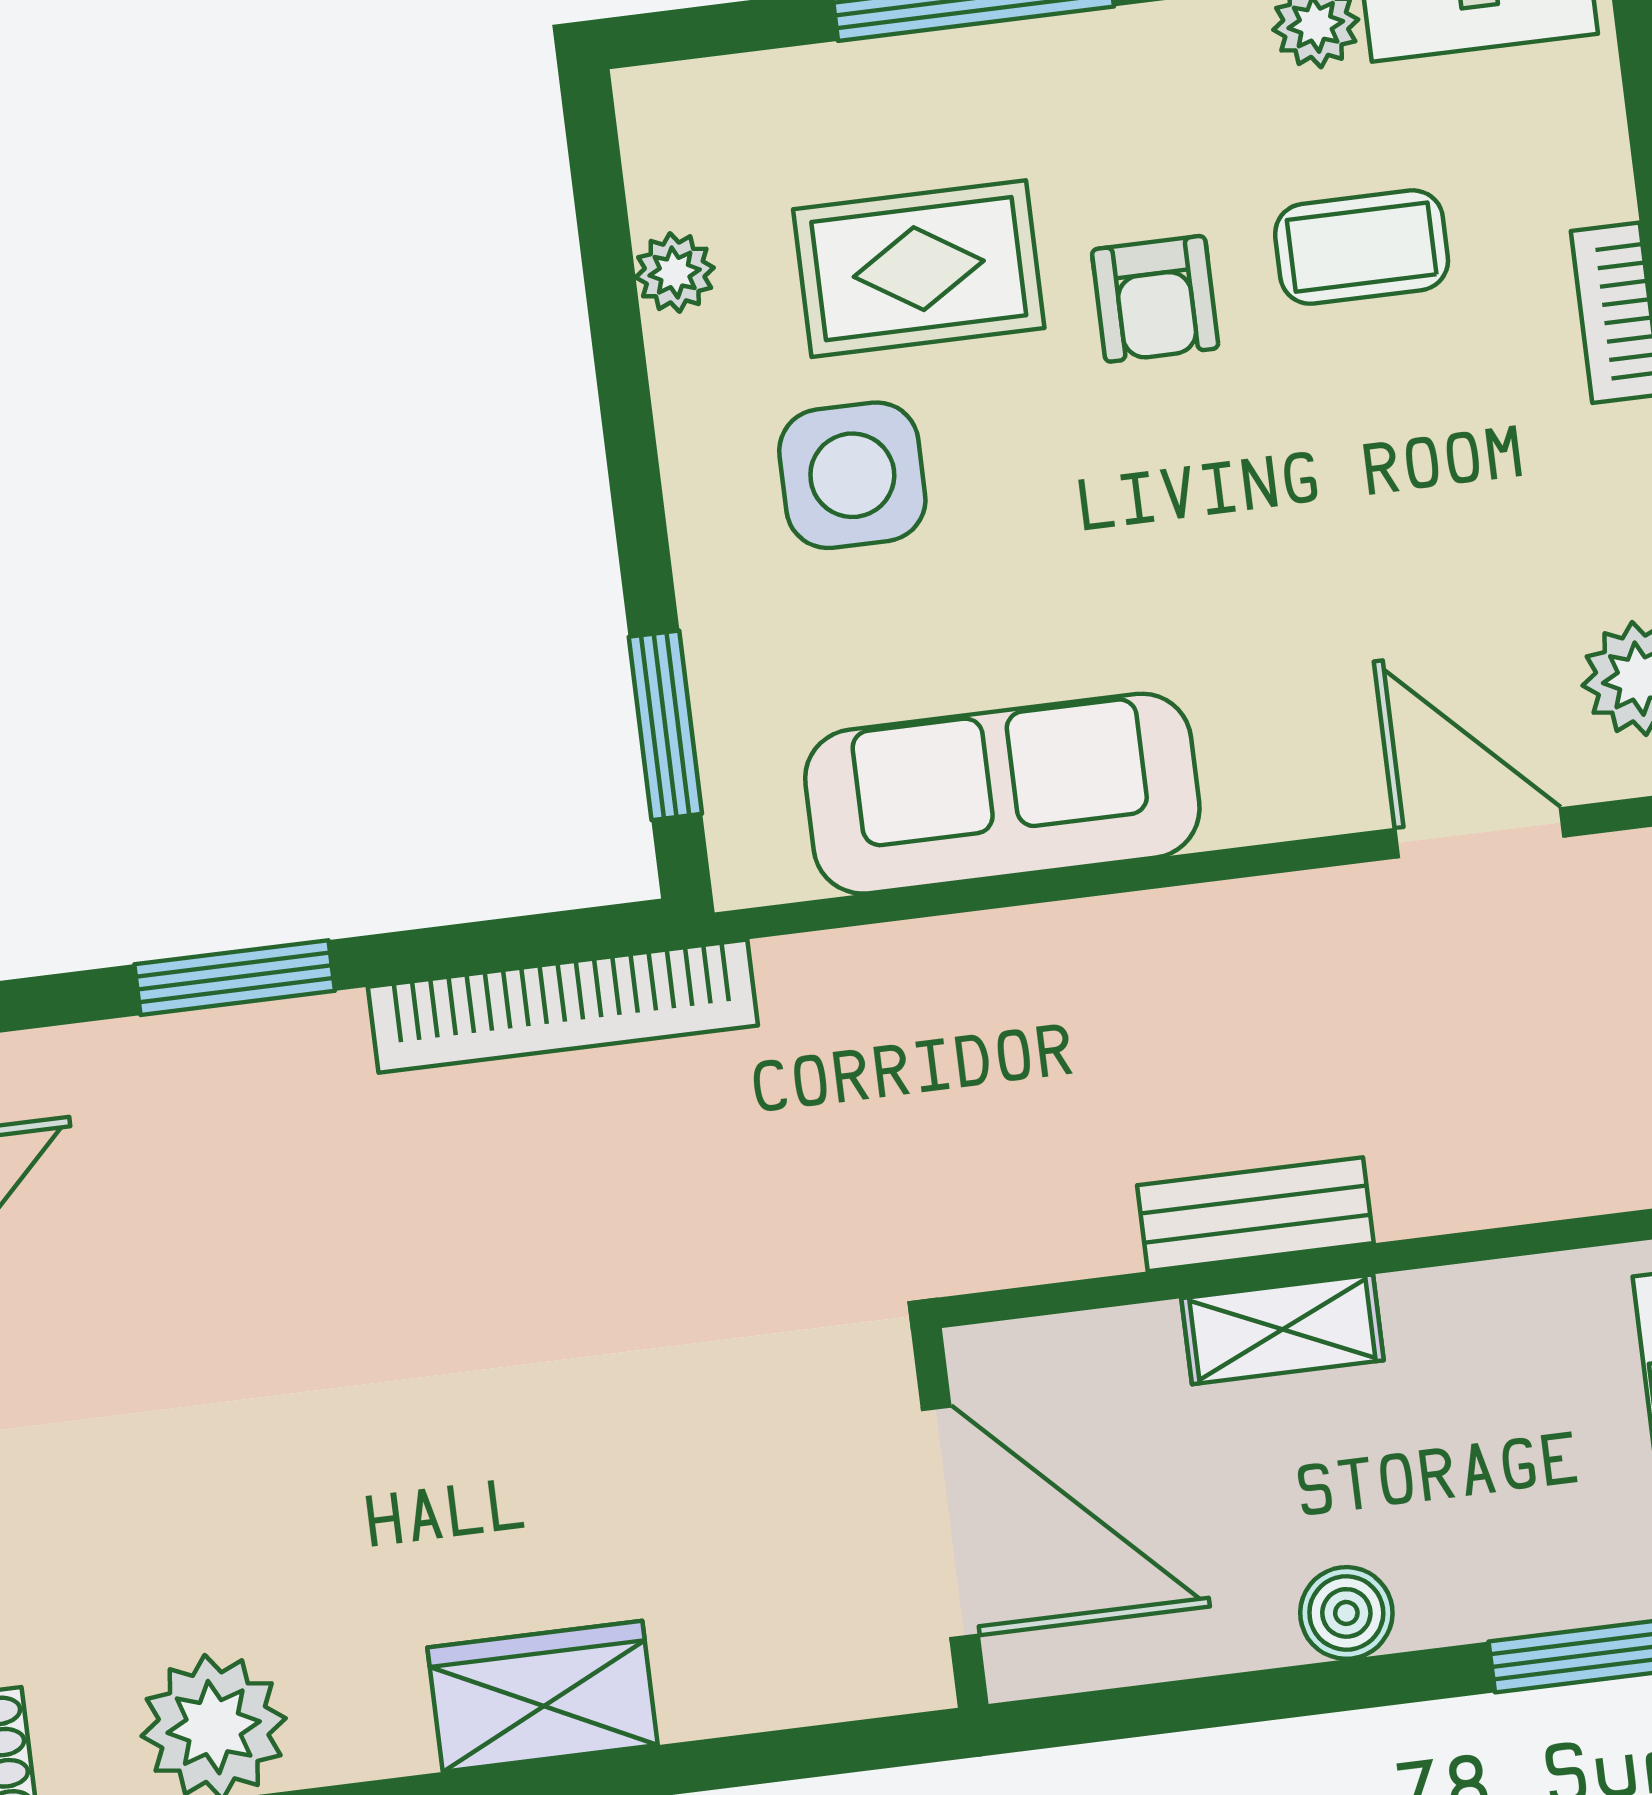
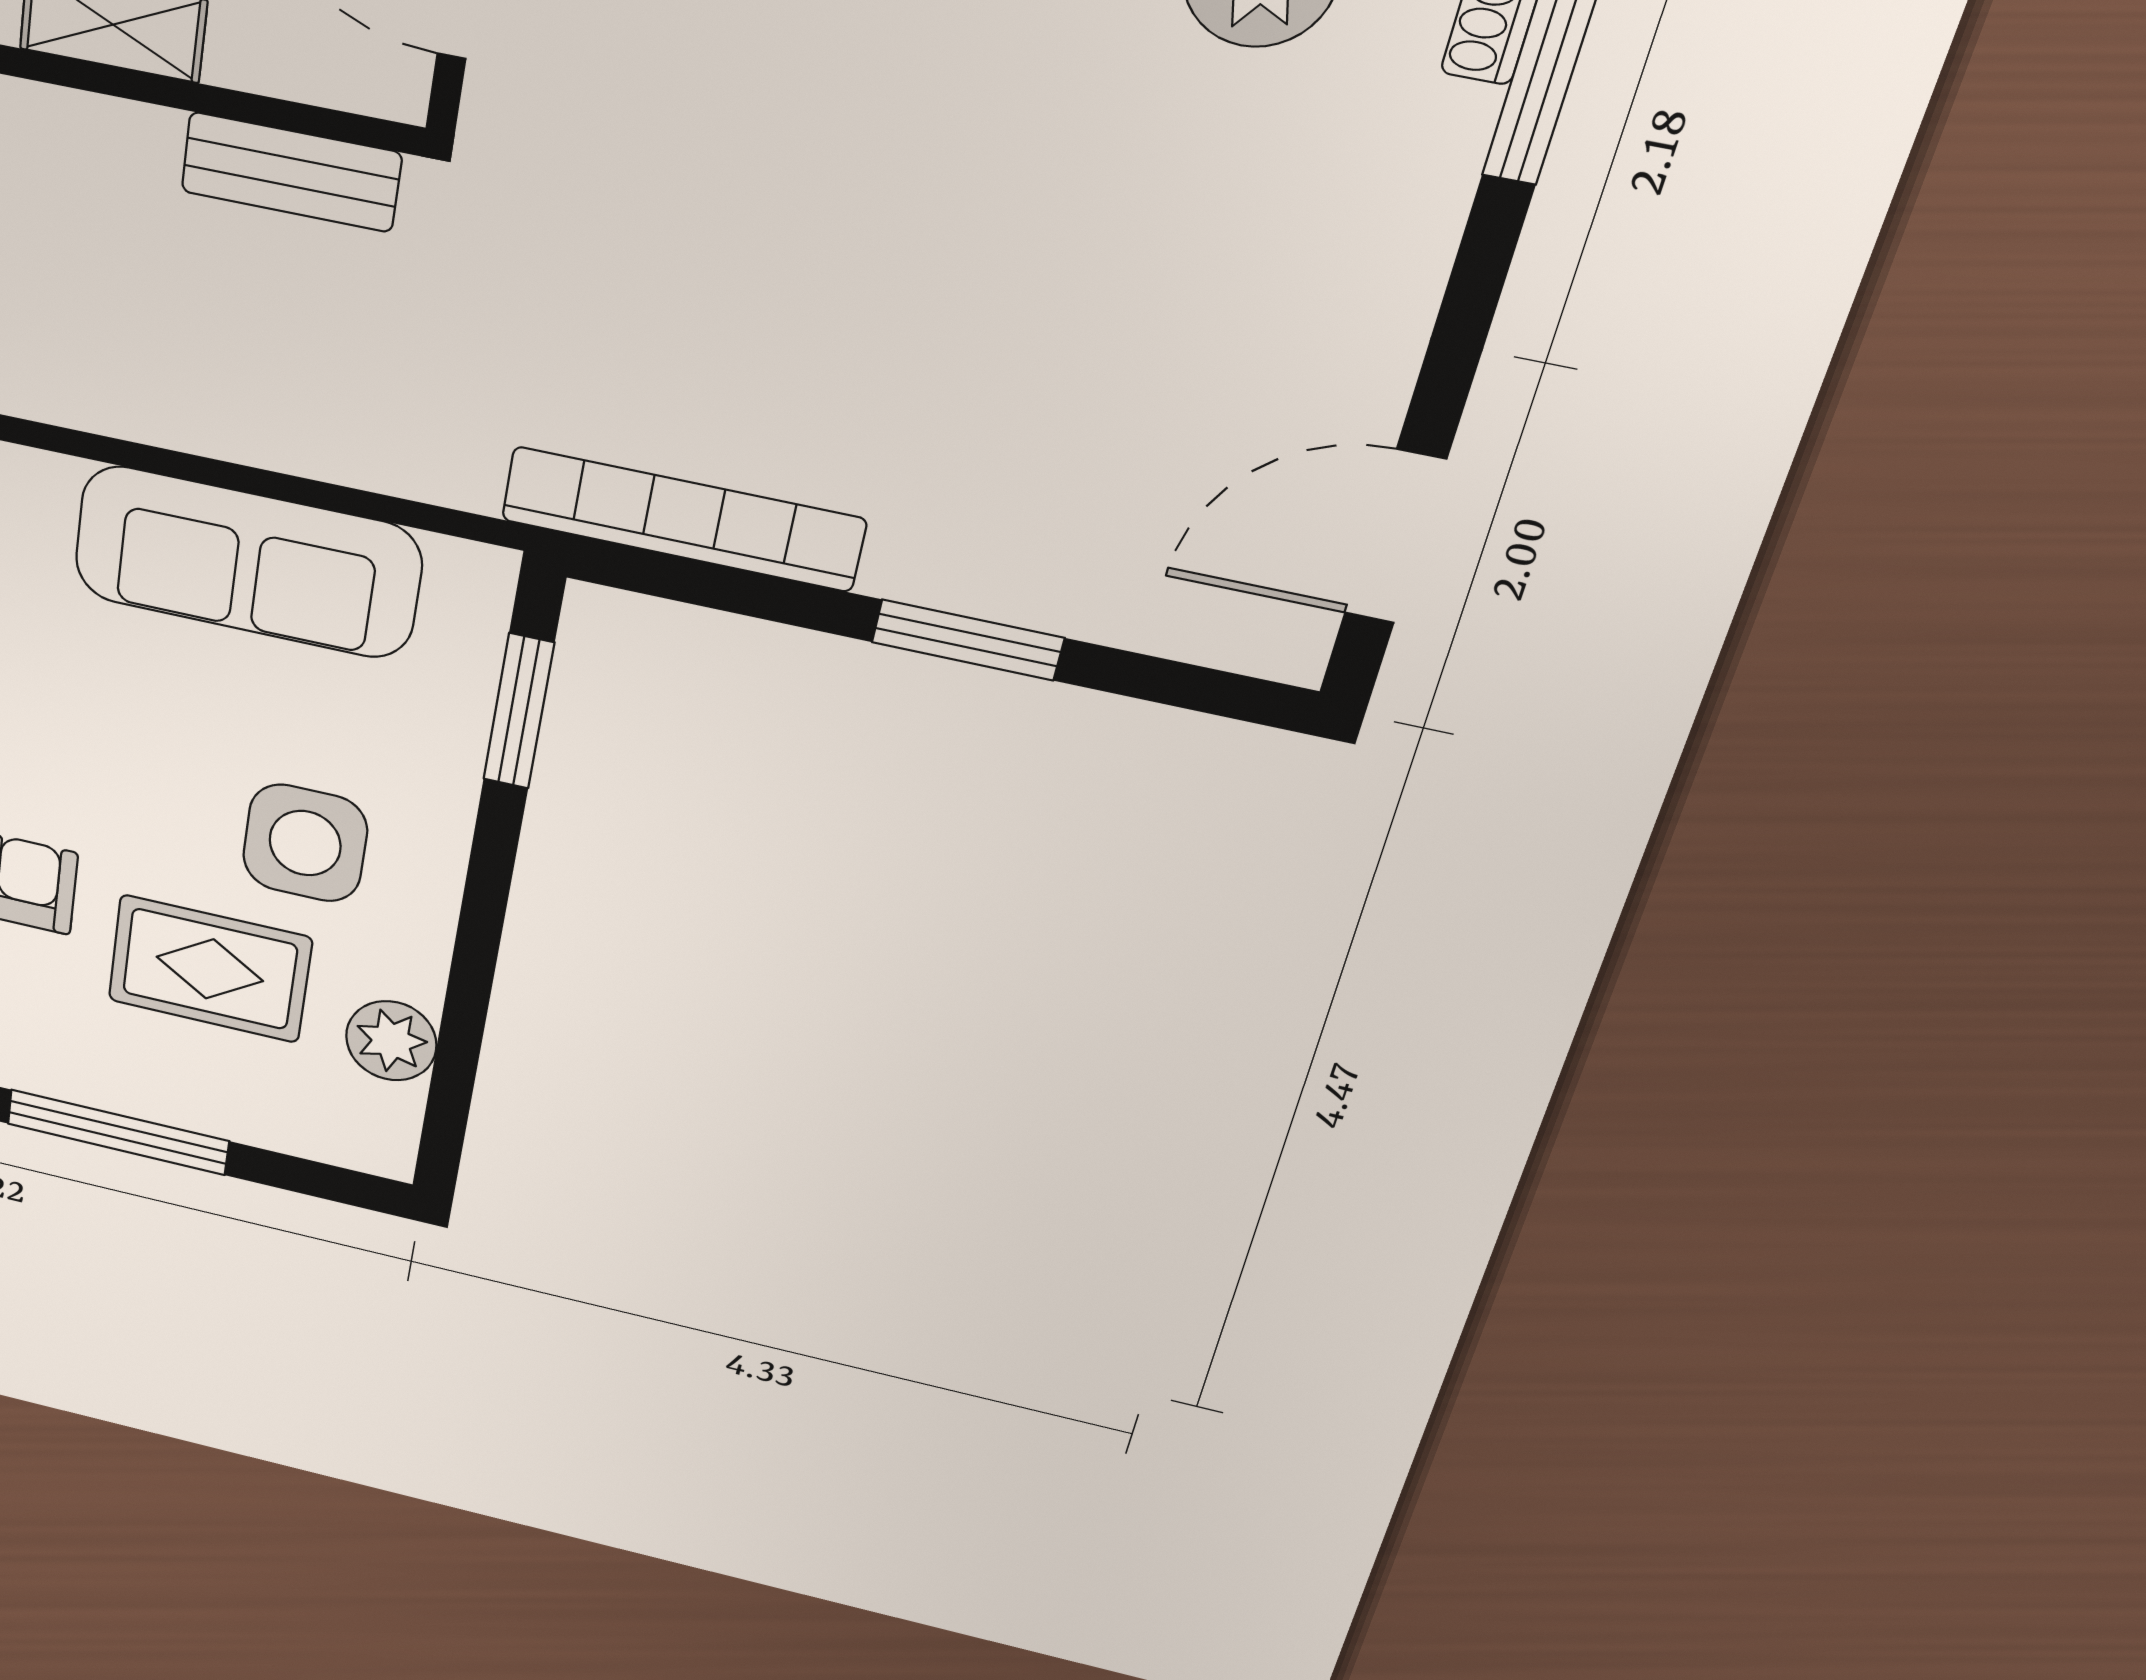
plant: (675, 273) -> (391, 1041), width x1.38, depth x1.38
bench: (1255, 1214) -> (291, 172), moved

